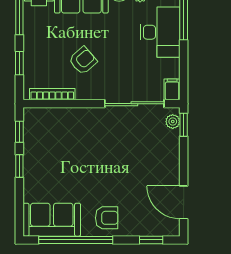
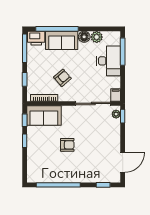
door: (184, 202) -> (123, 162), swing flipped
armchair: (107, 218) -> (67, 145), moved
sofa: (52, 220) -> (44, 116), moved, turned 180

